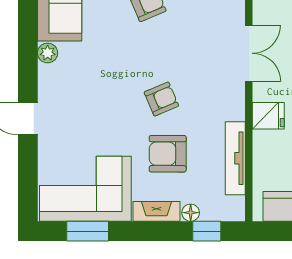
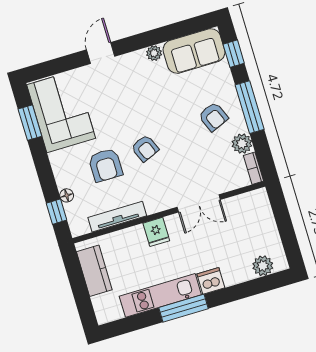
armchair: (168, 154) -> (106, 165), turned 180
fireplace: (156, 211) -> (60, 170), removed

